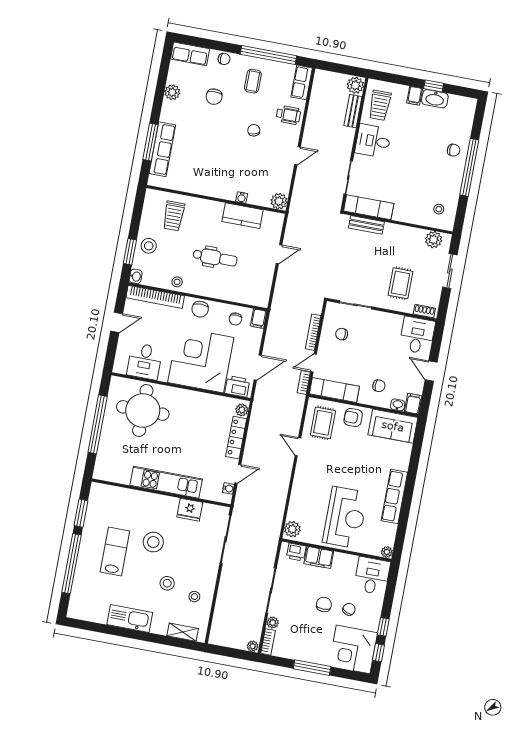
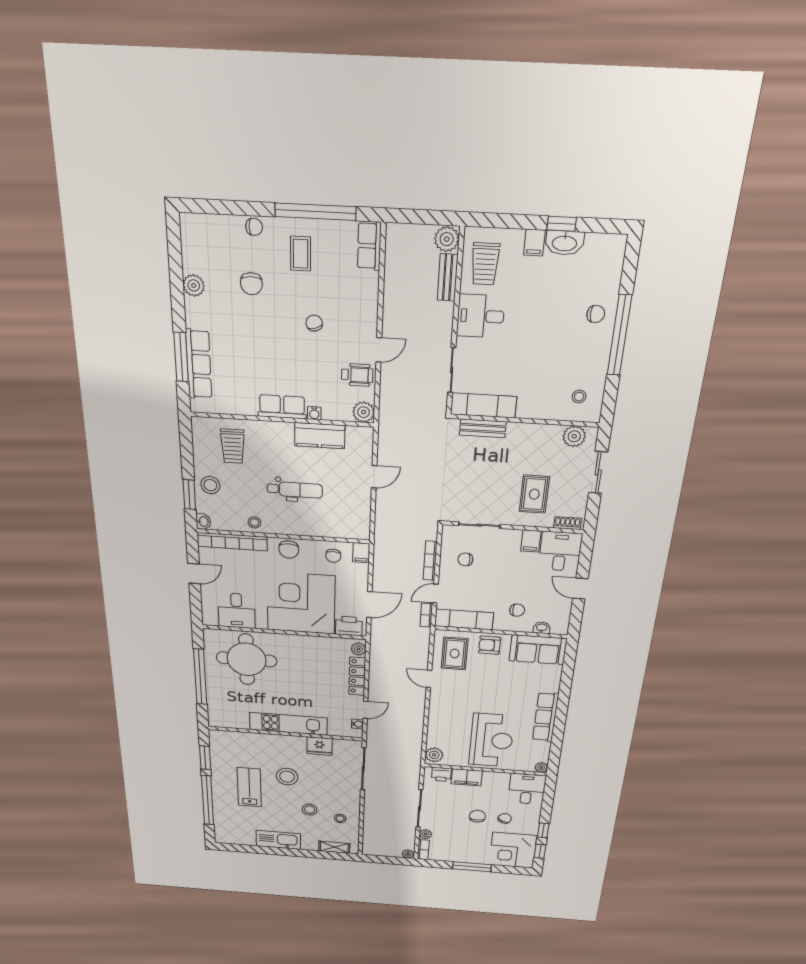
row of seats: (190, 54) -> (282, 407), moved, turned 180
wheelchair: (288, 115) -> (357, 375), moved
filing cabinet: (413, 404) -> (531, 541), moved, turned 180

